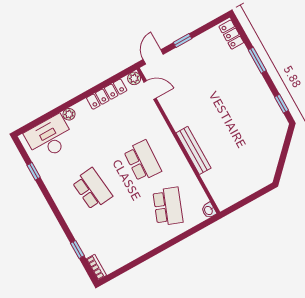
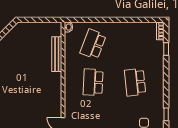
bench: (194, 150) -> (57, 54), moved

